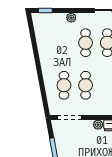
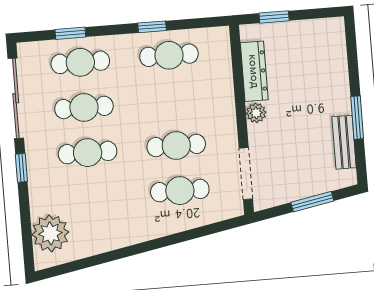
window: (45, 11) -> (21, 168), moved
plant: (71, 18) -> (50, 233), moved, width x1.88, depth x1.88

